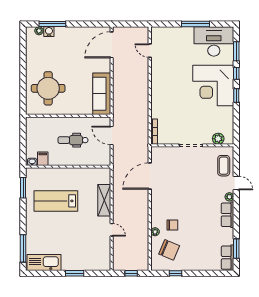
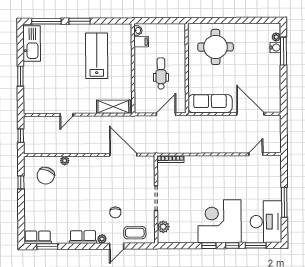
door: (112, 45) -> (250, 114), moved
window: (23, 188) -> (79, 21), moved
shelving: (104, 200) -> (113, 107), moved
chair: (172, 225) -> (115, 212), moved

